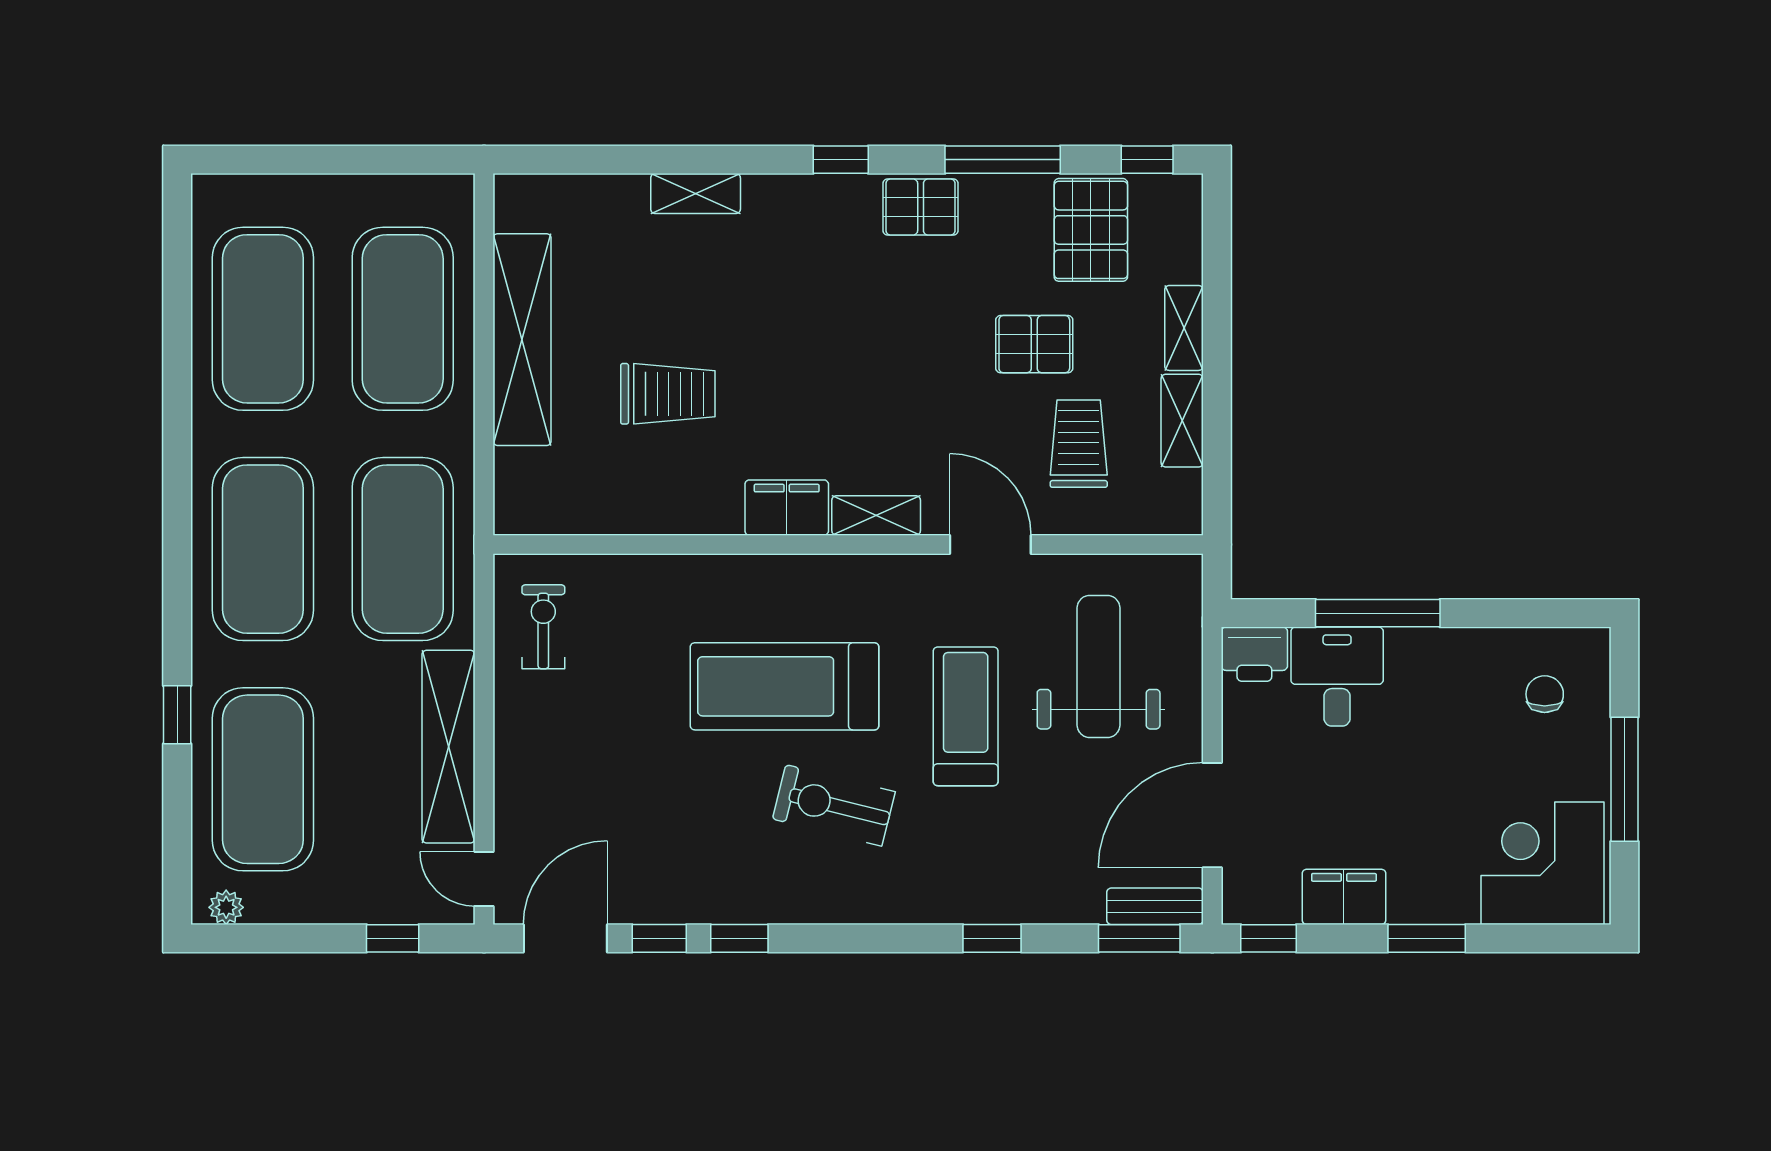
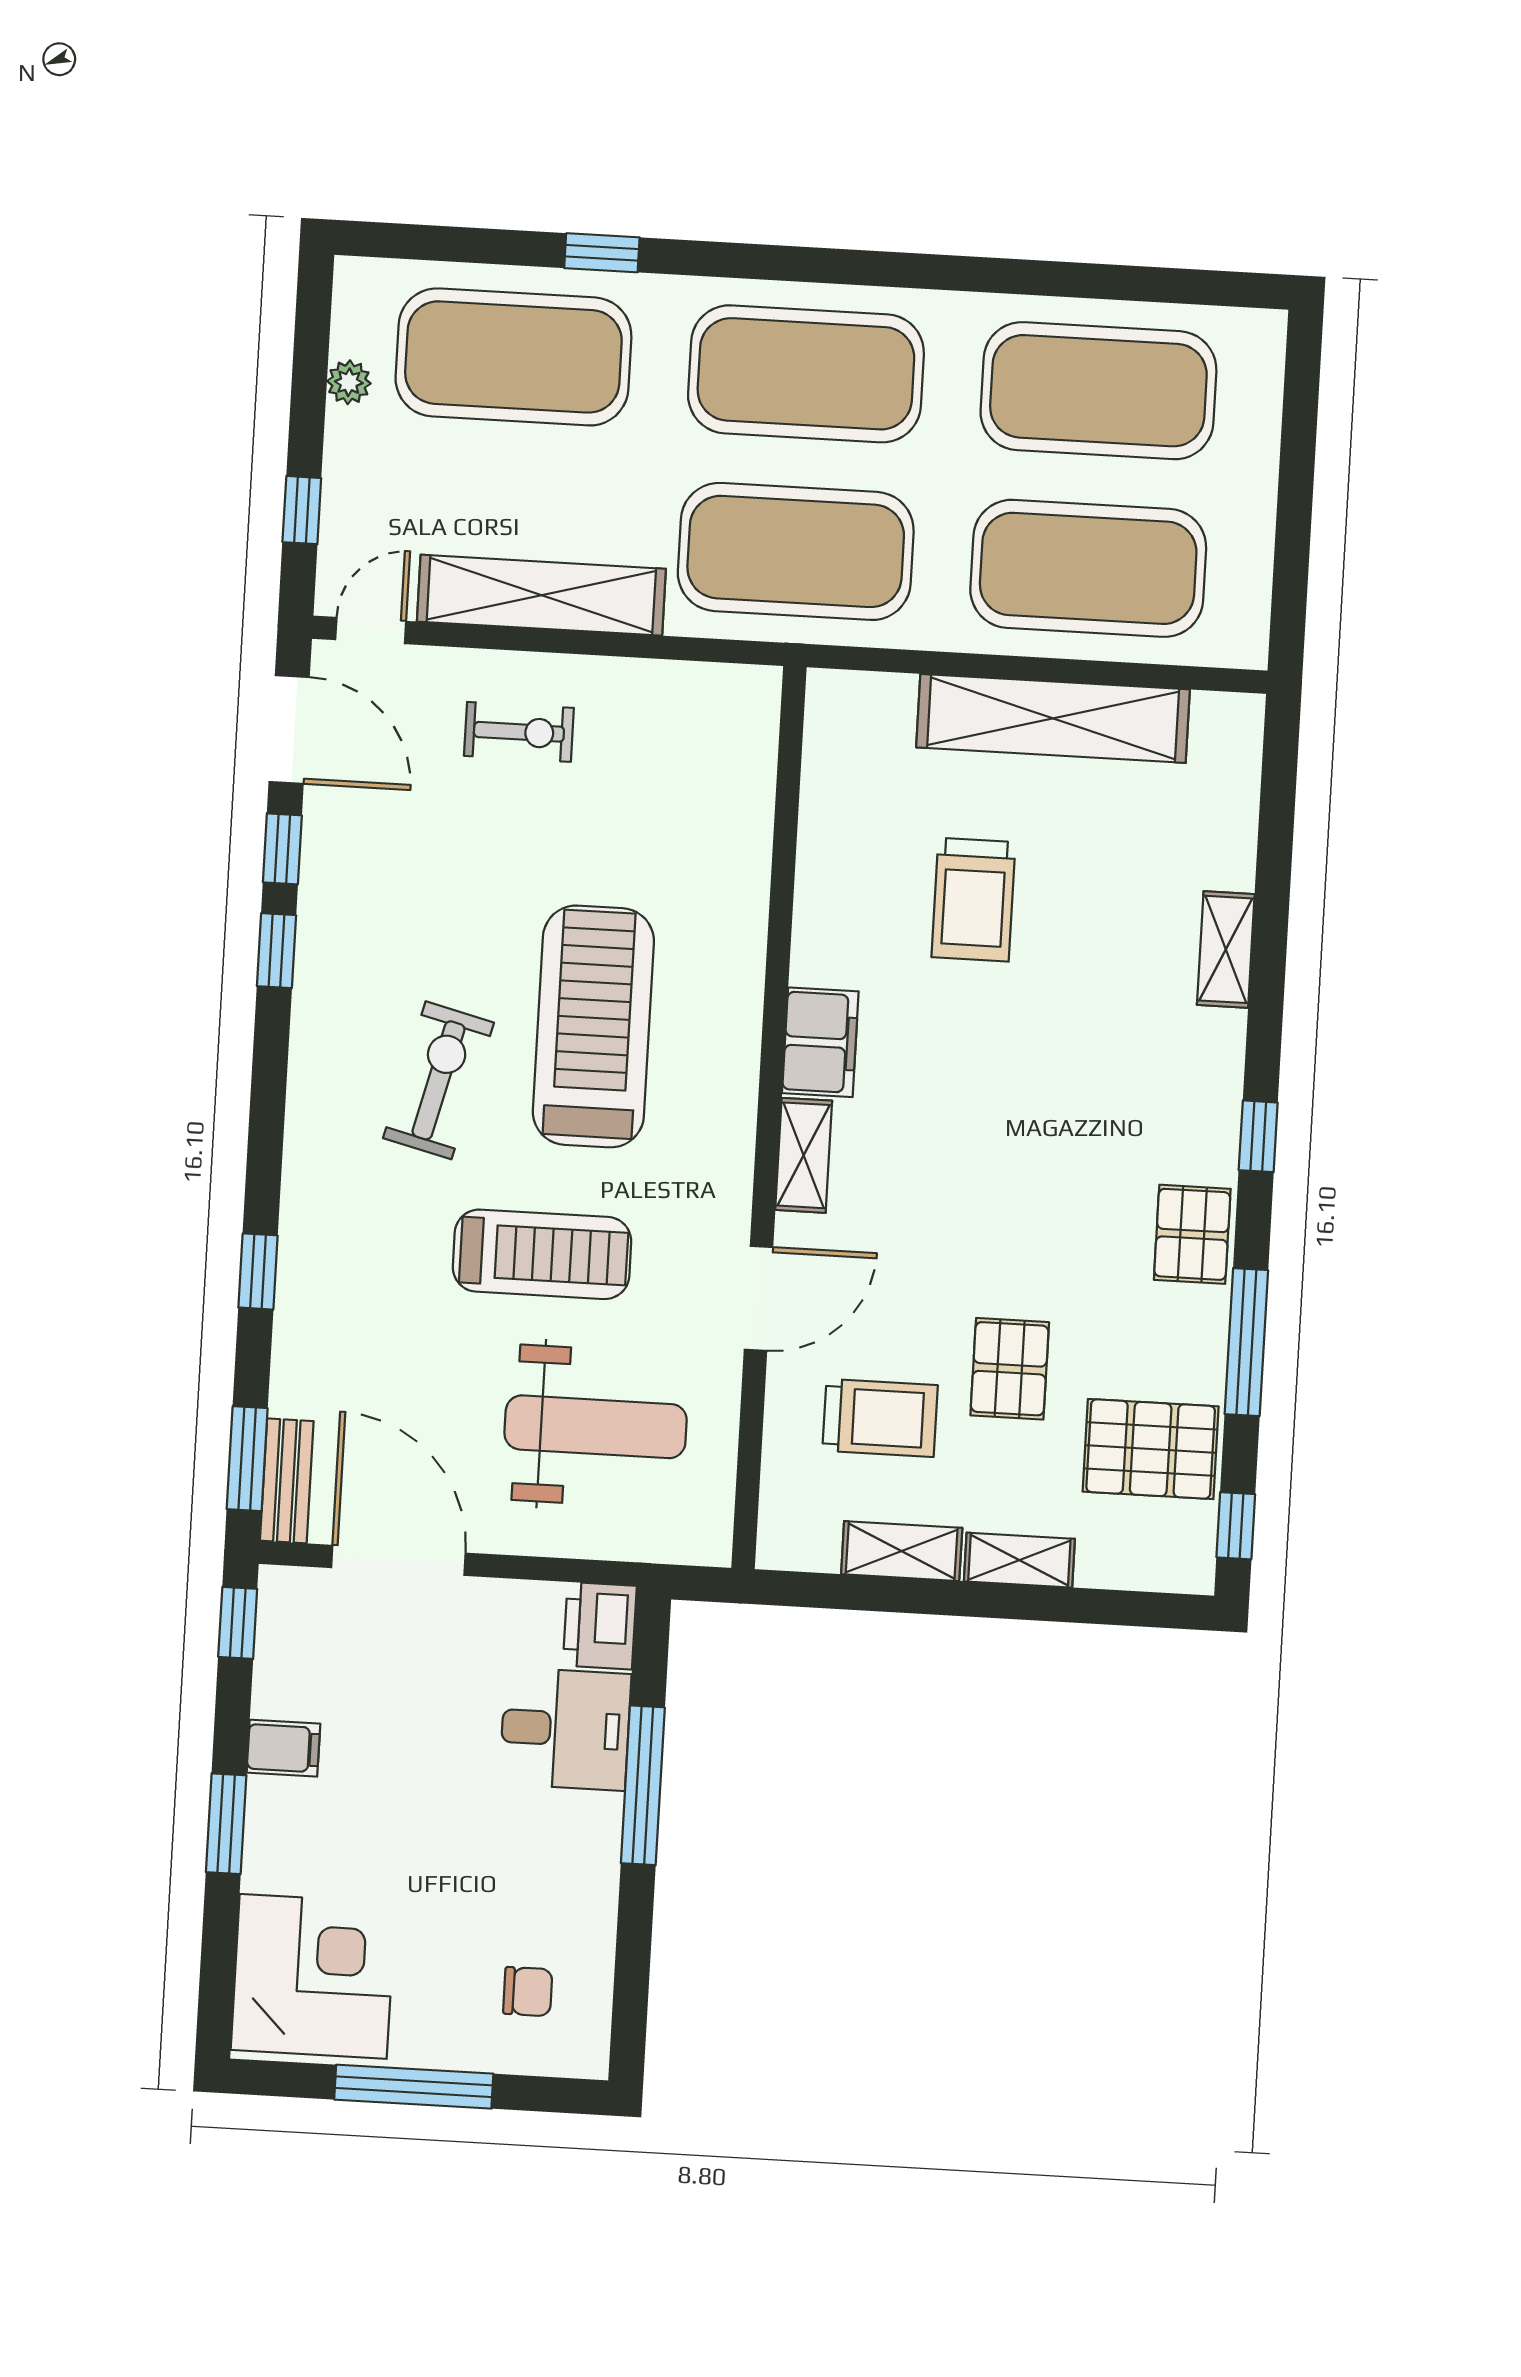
exercise bike: (543, 627) -> (519, 732), moved
filing cabinet: (1344, 897) -> (283, 1748), width x0.50
plant: (226, 907) -> (349, 382), moved

